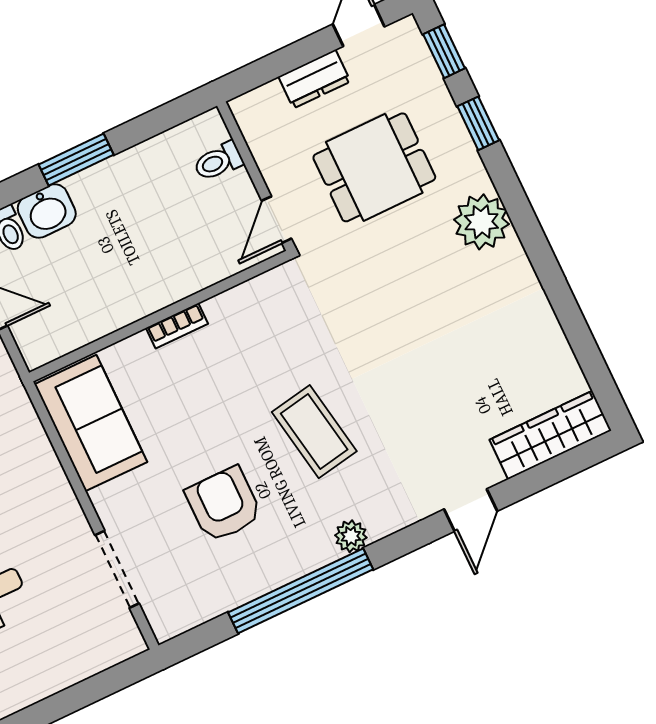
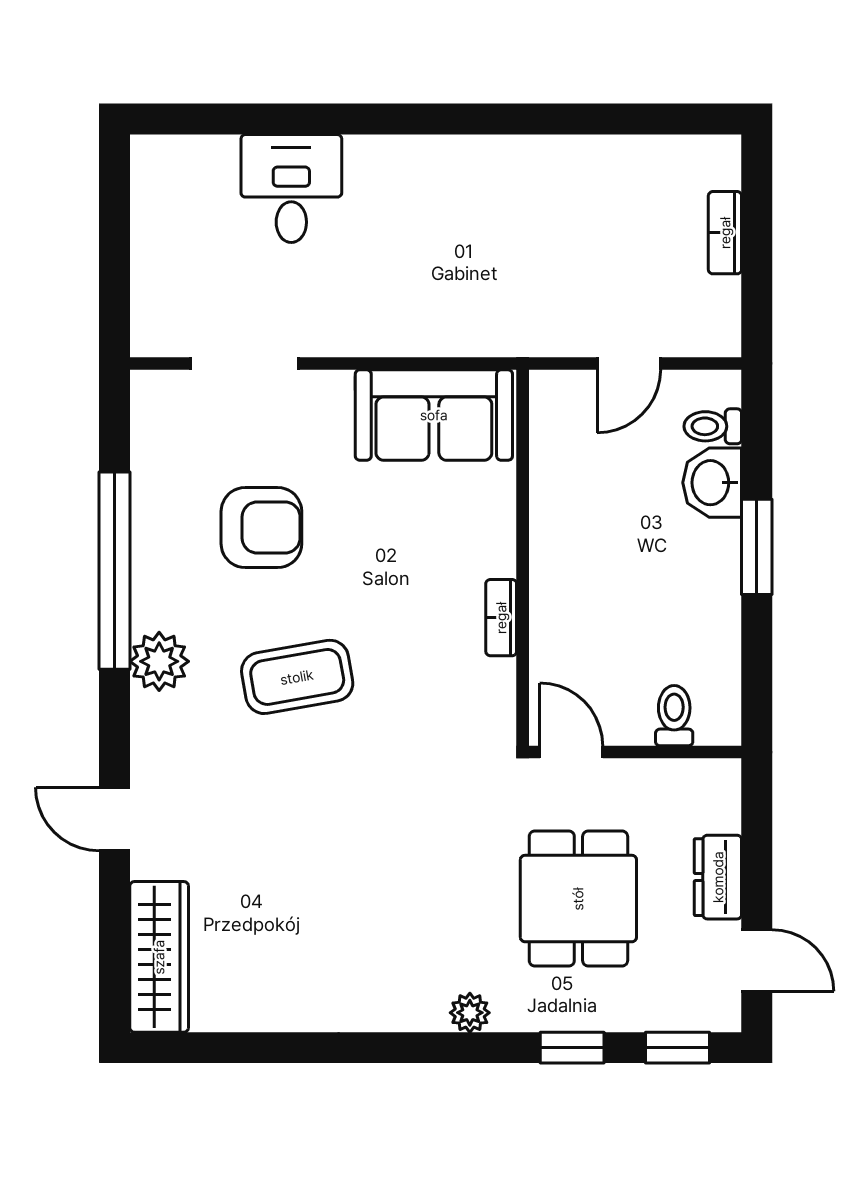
plant: (481, 222) -> (470, 1013), width x0.53, depth x0.53
bookcase: (177, 326) -> (501, 618), moved
plant: (351, 536) -> (159, 661), width x1.38, depth x1.38

